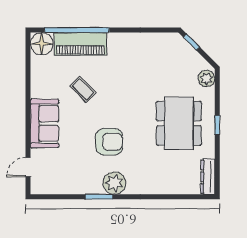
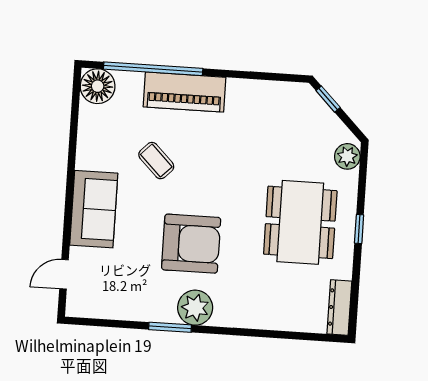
piano: (80, 44) -> (185, 92), moved
armchair: (109, 142) -> (191, 244), width x1.36, depth x1.36

